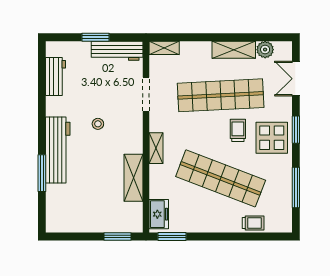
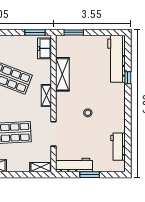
workbench: (58, 150) -> (116, 59), moved
window: (42, 173) -> (128, 78), width x0.46

